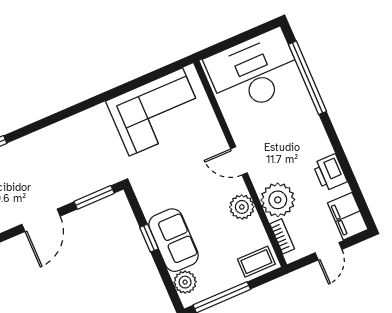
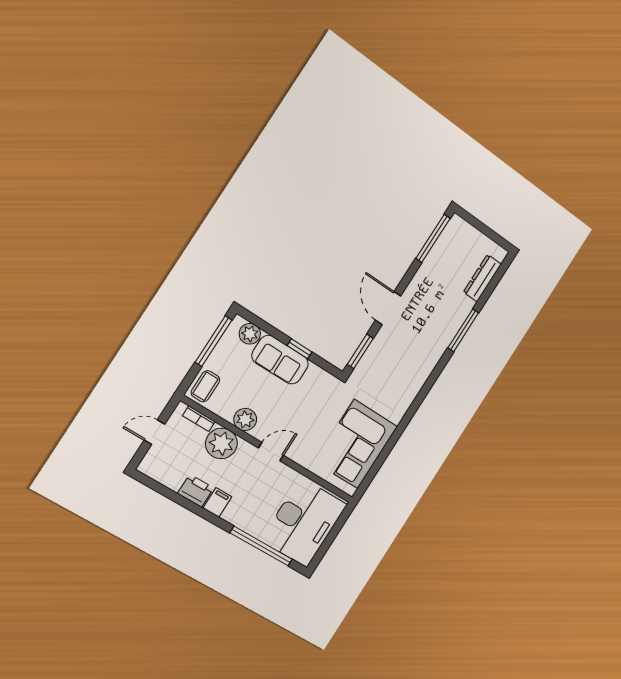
filing cabinet: (348, 216) -> (217, 502), moved, width x0.50
door: (329, 251) -> (154, 432), hinge flipped

